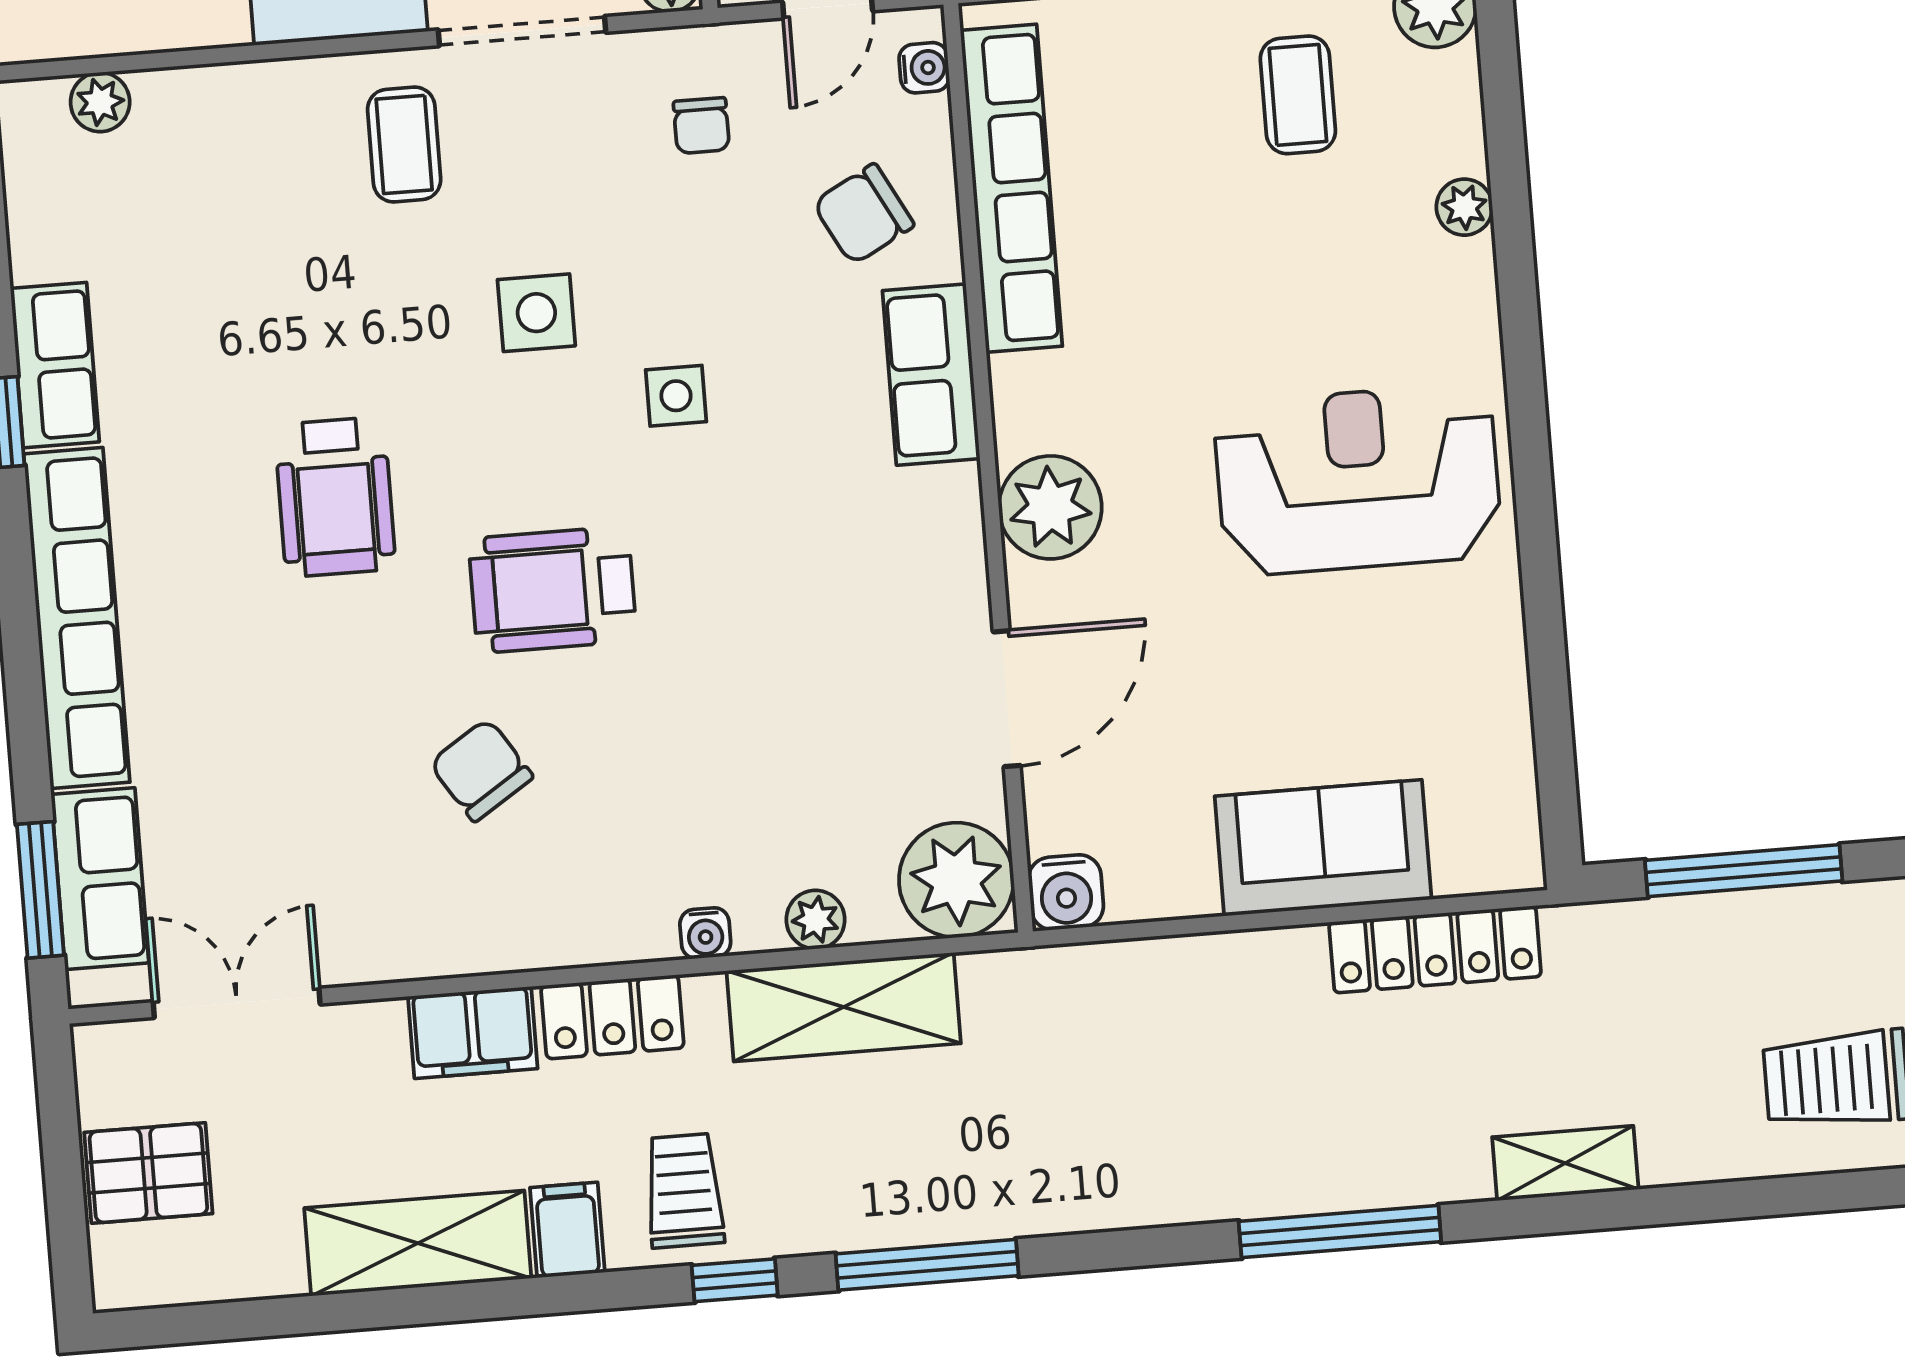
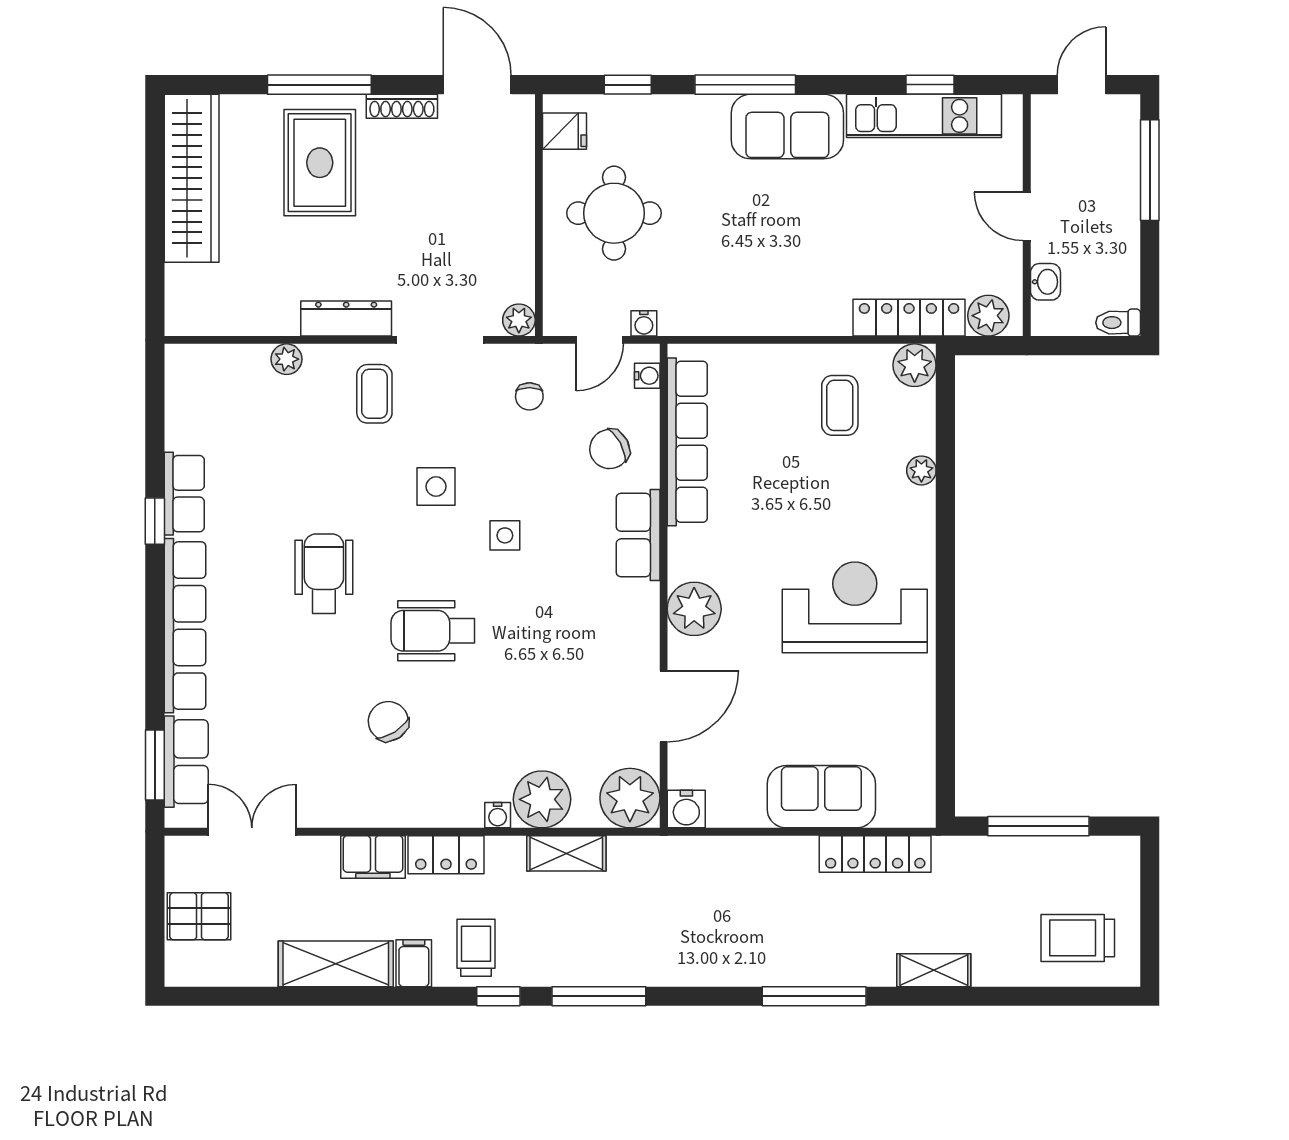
plant: (100, 102) -> (287, 359), moved
wheelchair: (335, 497) -> (324, 574), turned 180
plant: (816, 920) -> (542, 799), width x1.88, depth x1.88
shelving: (844, 1007) -> (566, 853), width x0.67, depth x0.75

